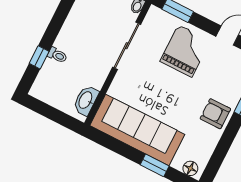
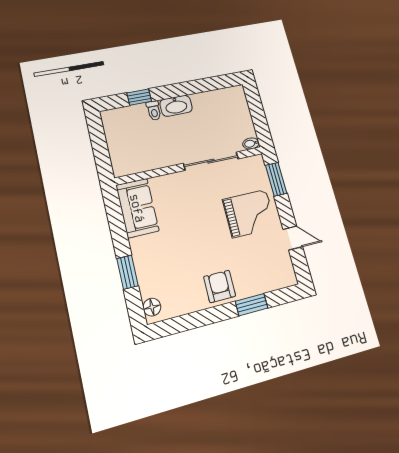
washbasin: (86, 100) -> (176, 106), moved, turned 180
sofa: (137, 130) -> (137, 208), width x0.54, depth x0.79

